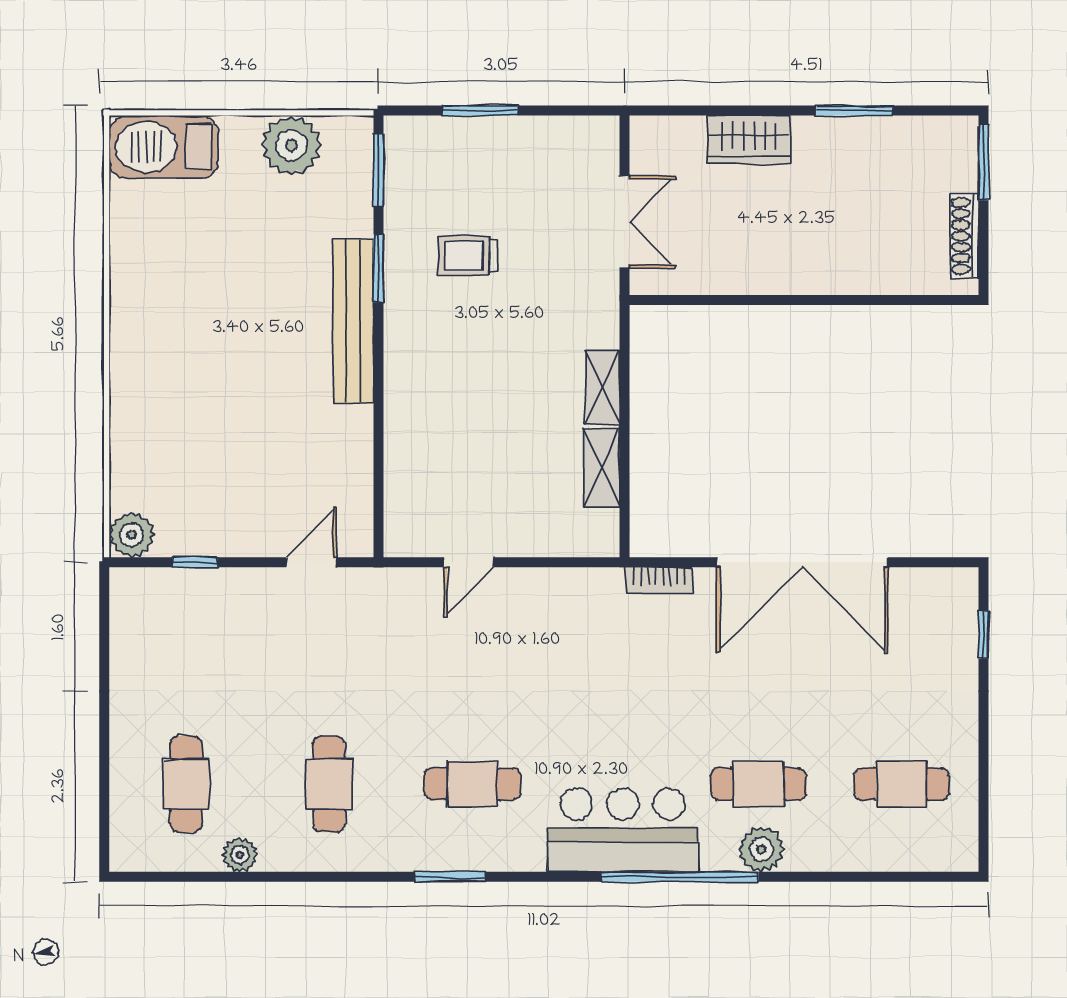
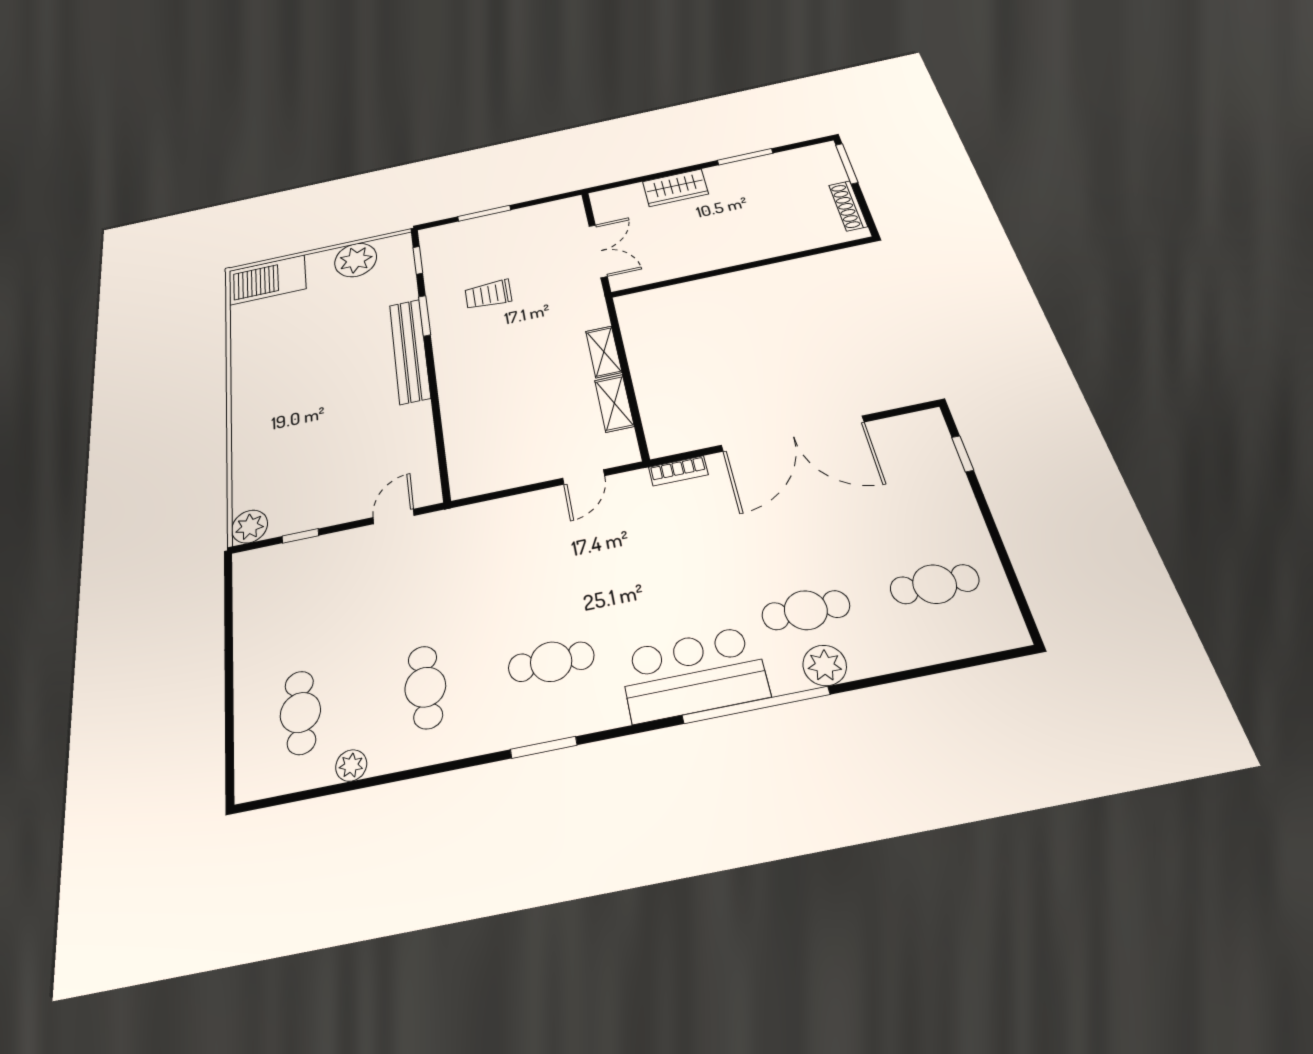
window: (378, 170) -> (418, 260), width x0.67
door: (469, 562) -> (584, 477), moved

